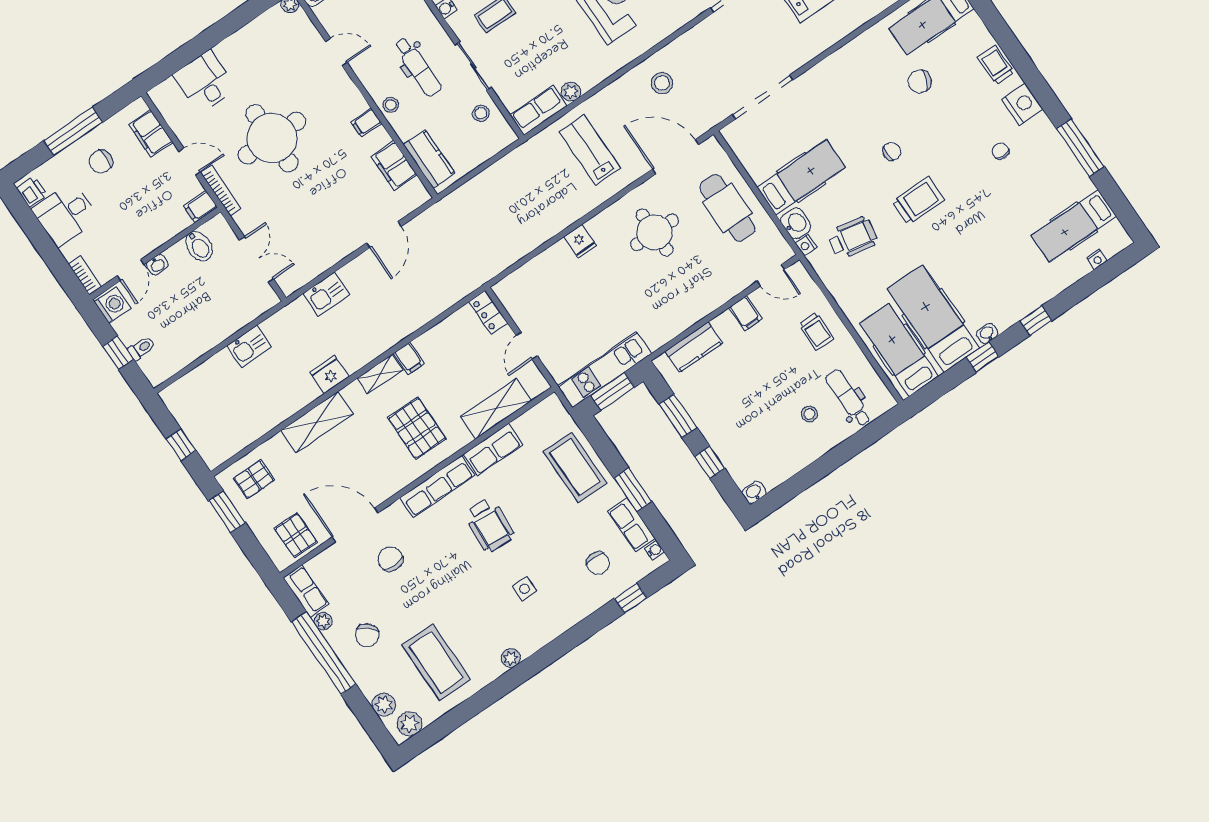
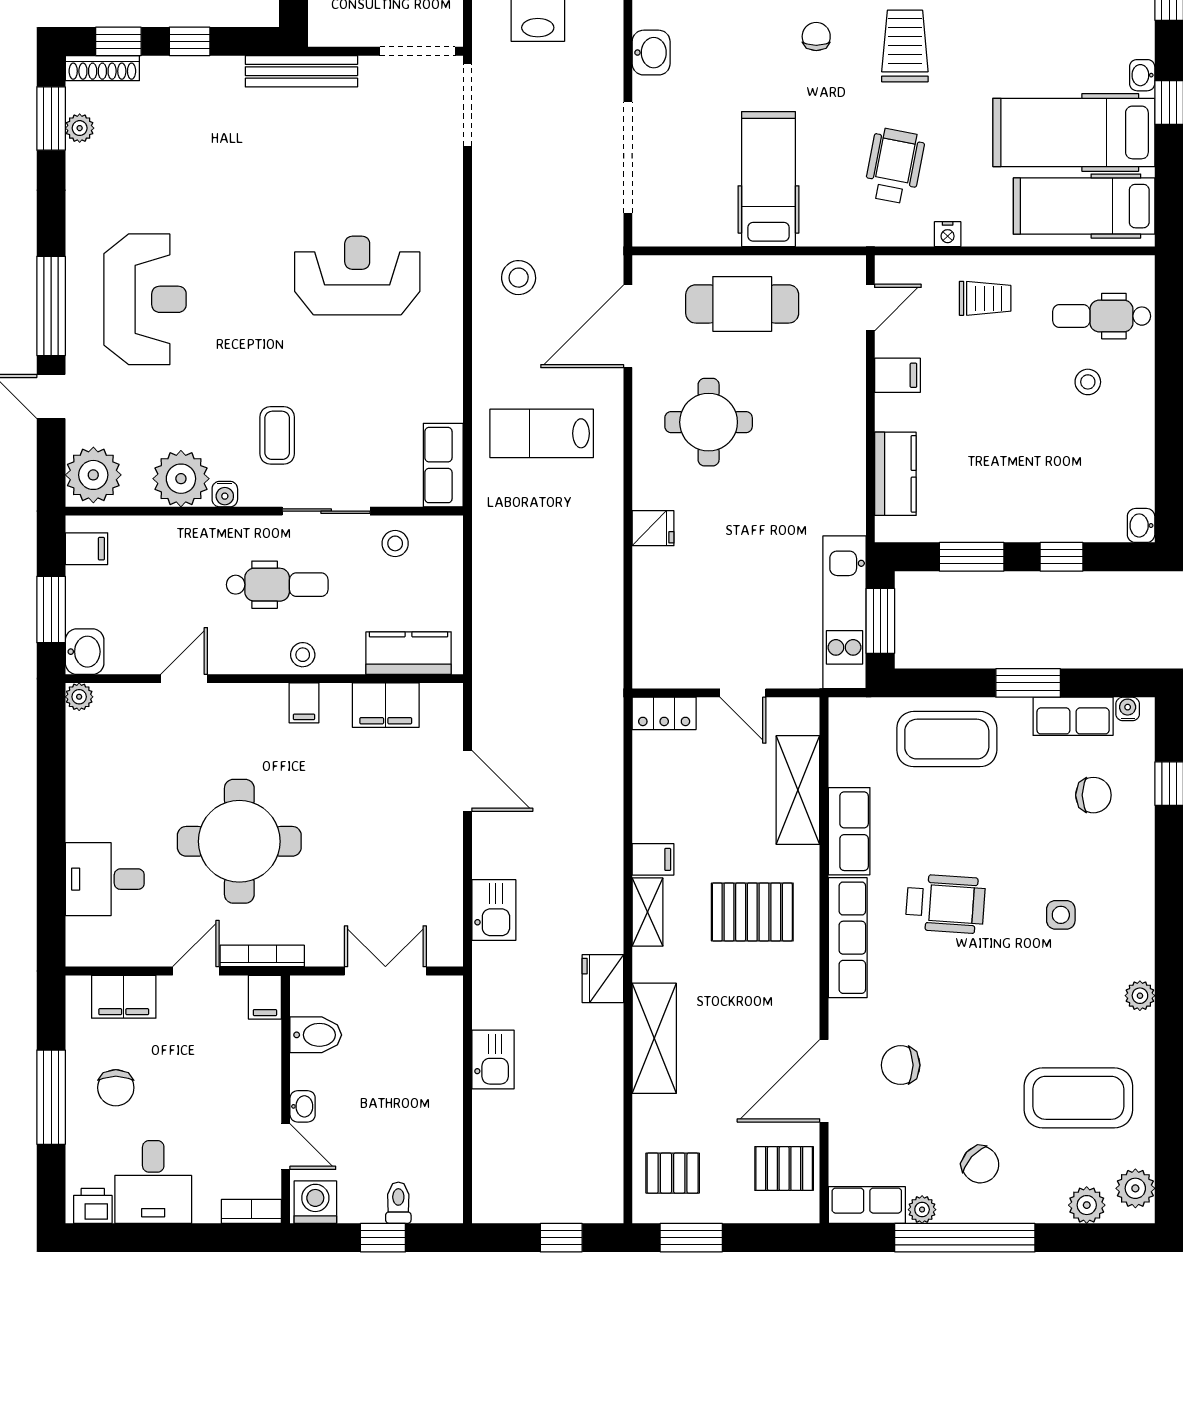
plant: (571, 92) -> (448, 405), removed
washbasin: (796, 223) -> (651, 53), moved, turned 90
nightstand: (806, 245) -> (948, 234), moved
pallet: (254, 479) -> (673, 1173), turned 90

